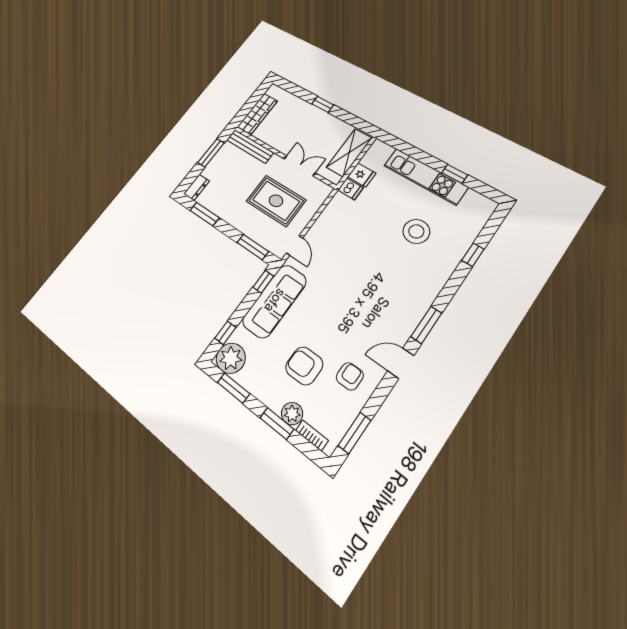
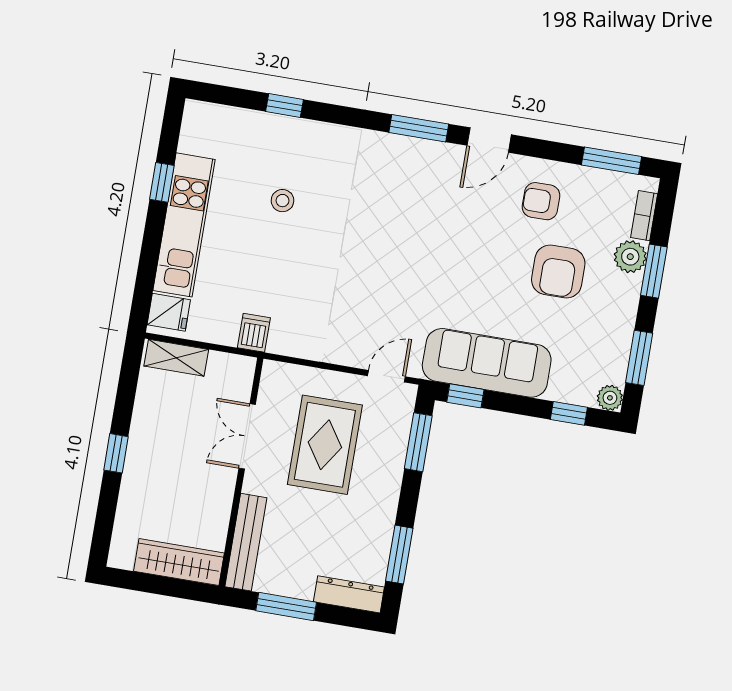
shelving: (349, 153) -> (176, 358), width x0.67, depth x0.75
fridge: (362, 175) -> (169, 312), moved, turned 90
dresser: (197, 187) -> (349, 594), width x1.44
stool: (416, 231) -> (282, 201), width x0.53, depth x0.53
plant: (231, 358) -> (610, 398), width x0.53, depth x0.53
door: (401, 363) -> (489, 140), hinge flipped

